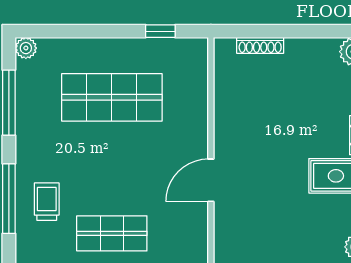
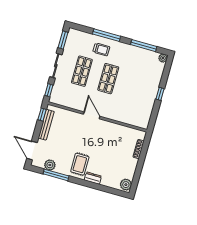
window: (160, 31) -> (160, 94), moved
shop shelf: (112, 97) -> (108, 79), moved, width x0.70, depth x0.74

